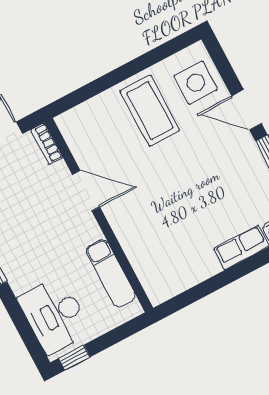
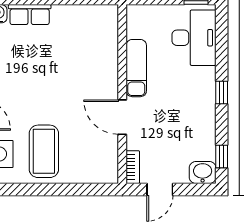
exam couch: (111, 273) -> (136, 68), moved

